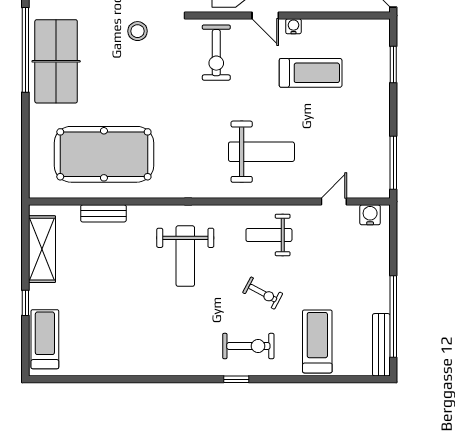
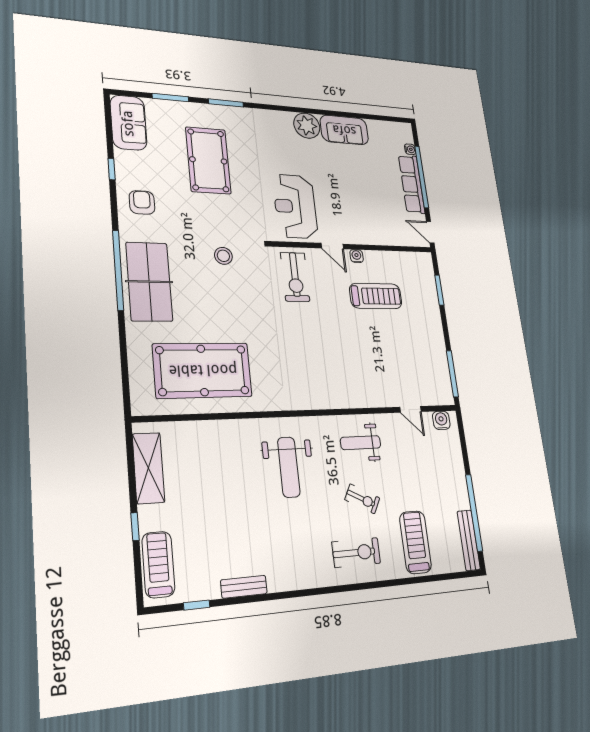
weight bench: (261, 152) -> (344, 366), removed
door: (334, 202) -> (411, 409), swing flipped
bench: (103, 213) -> (244, 587), moved
window: (236, 379) -> (197, 605), moved

